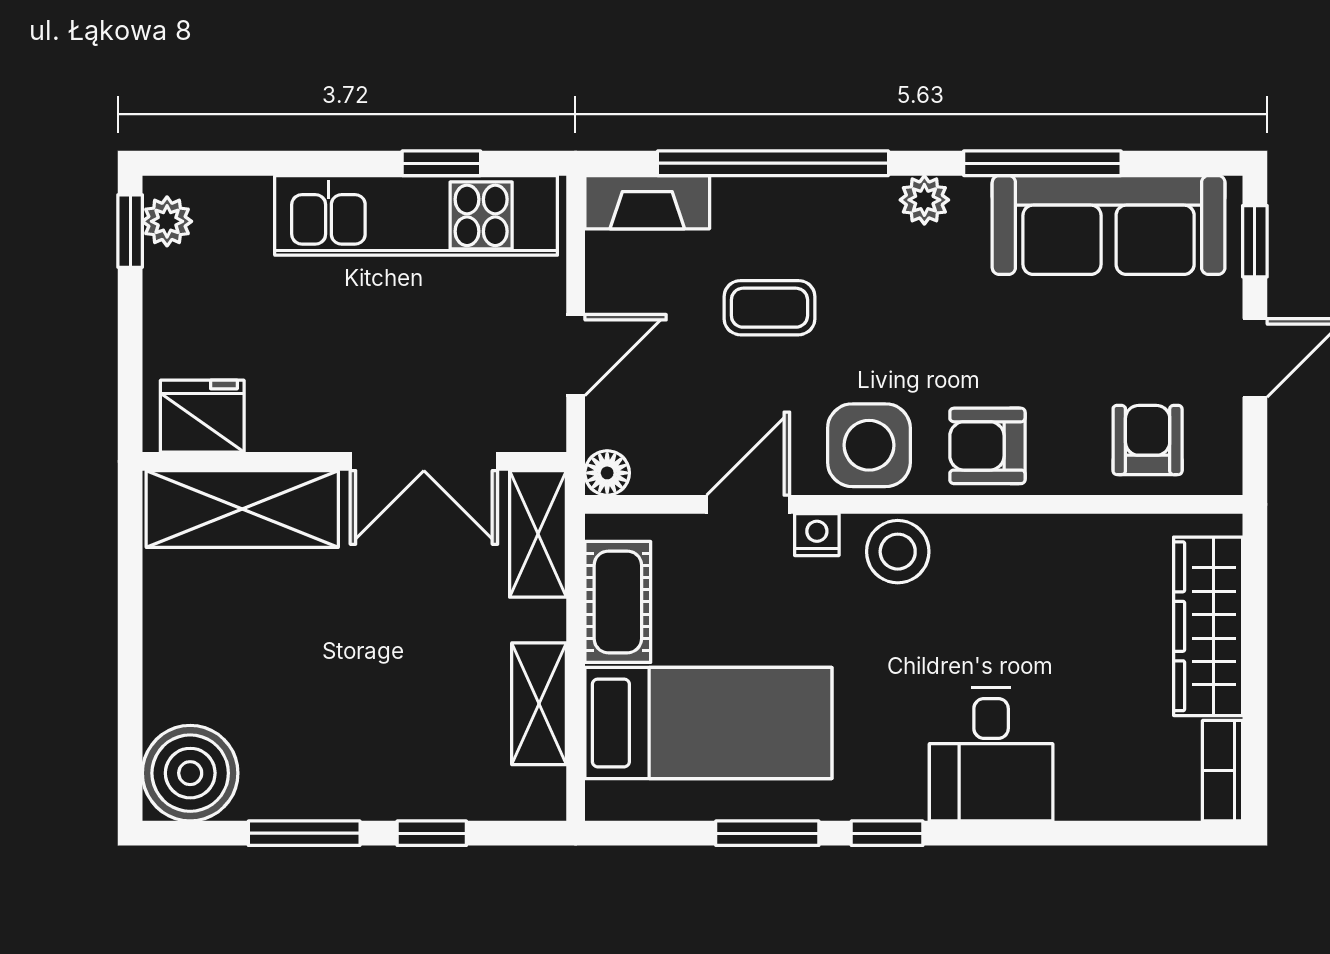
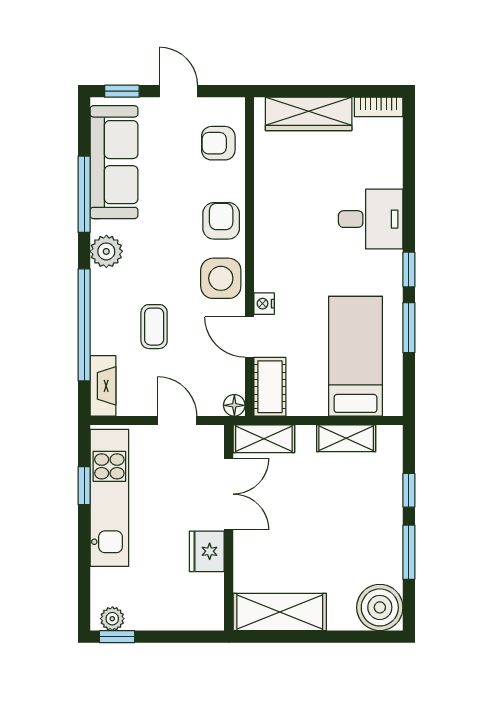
plant: (924, 200) -> (106, 251), width x1.38, depth x1.38
fridge: (202, 416) -> (207, 551), moved
armchair: (987, 446) -> (221, 221), turned 180
shelving: (242, 509) -> (280, 612), moved, turned 90
stool: (898, 552) -> (272, 264), removed
cot: (618, 602) -> (270, 387), moved, turned 90

